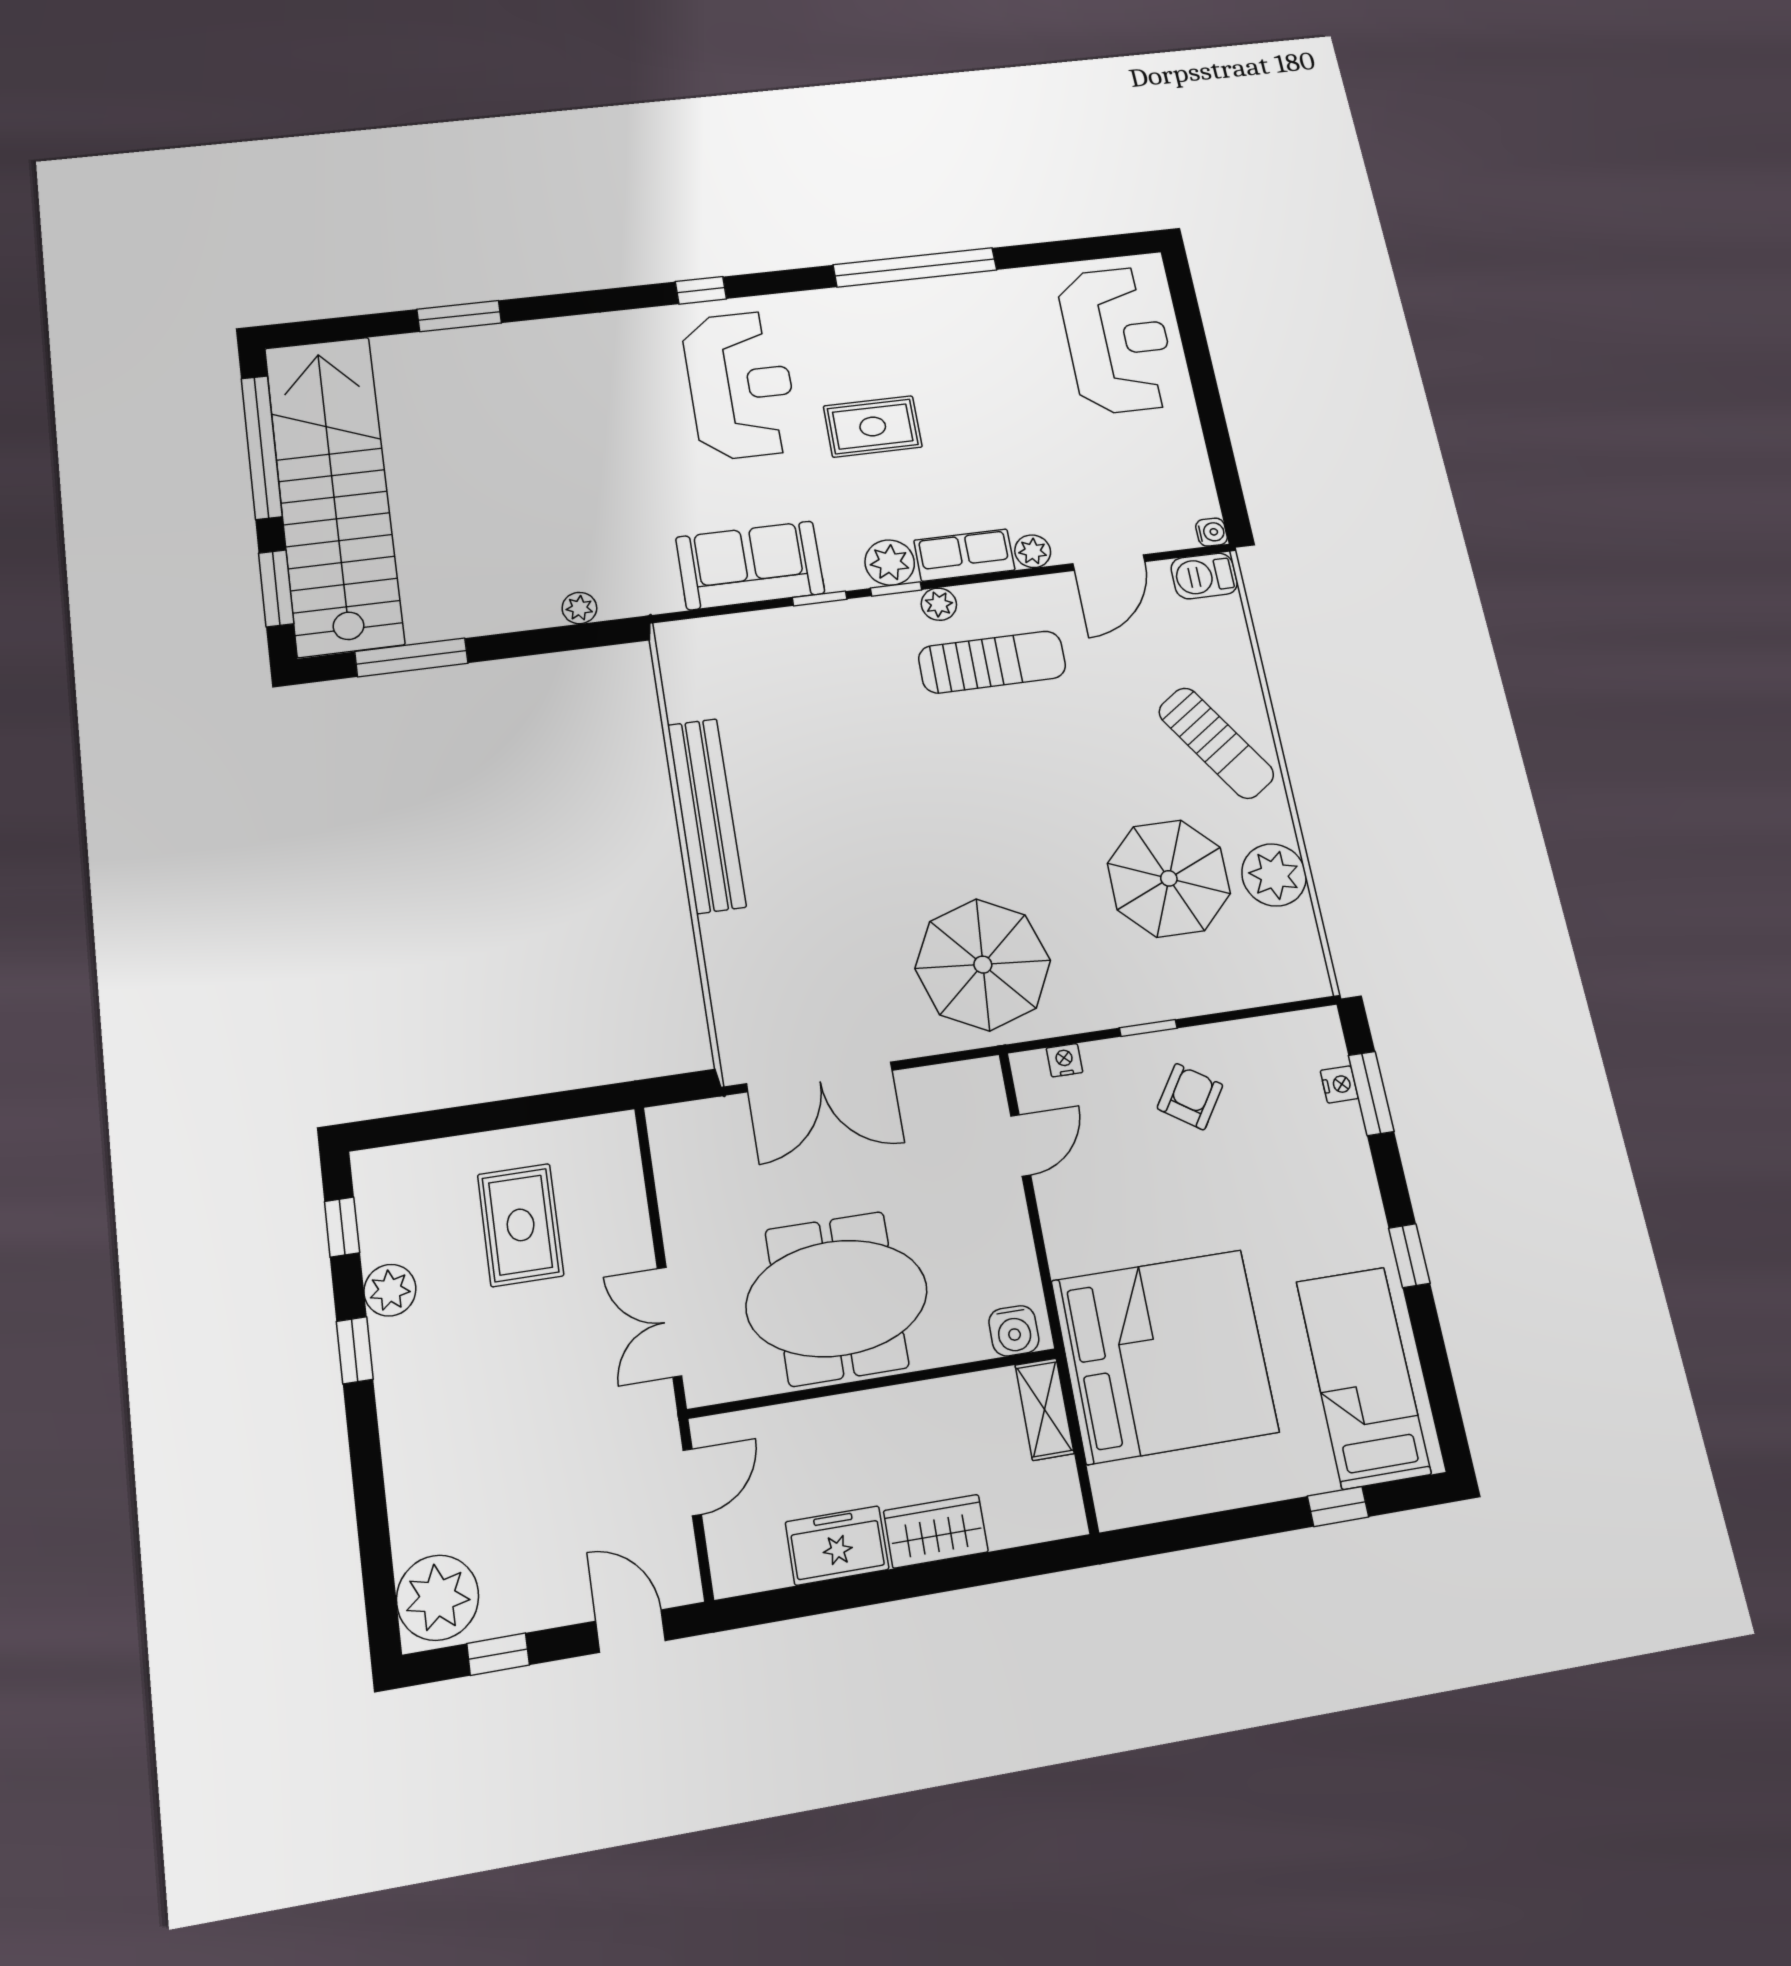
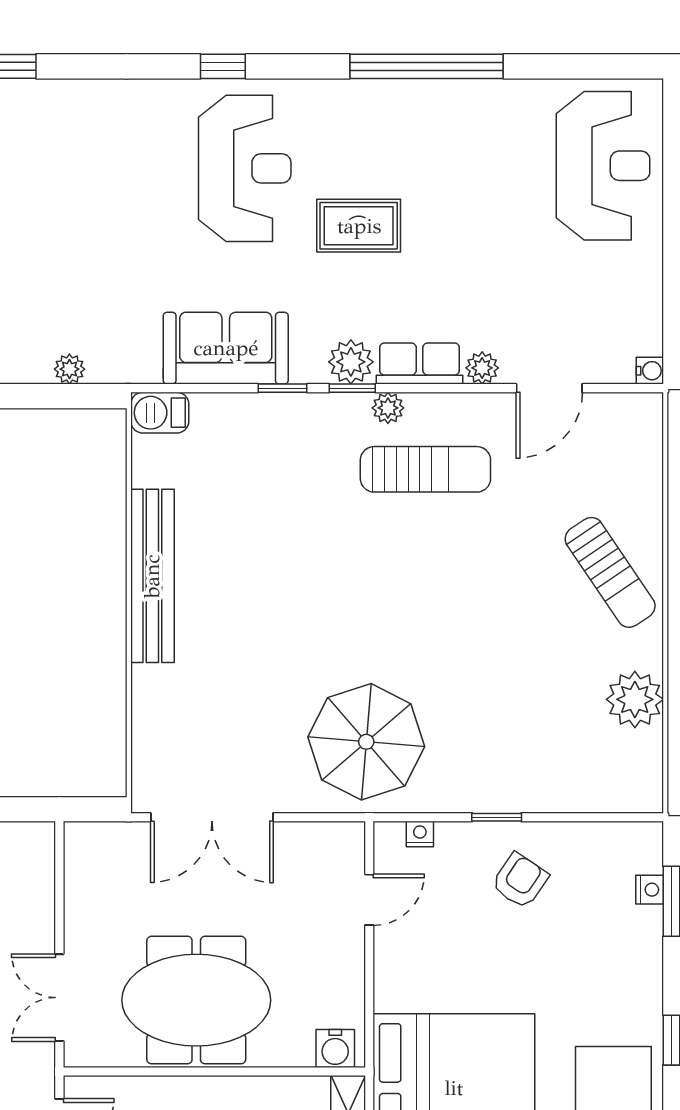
barbecue: (1204, 576) -> (160, 413), moved
parasol: (1169, 878) -> (542, 689), removed

